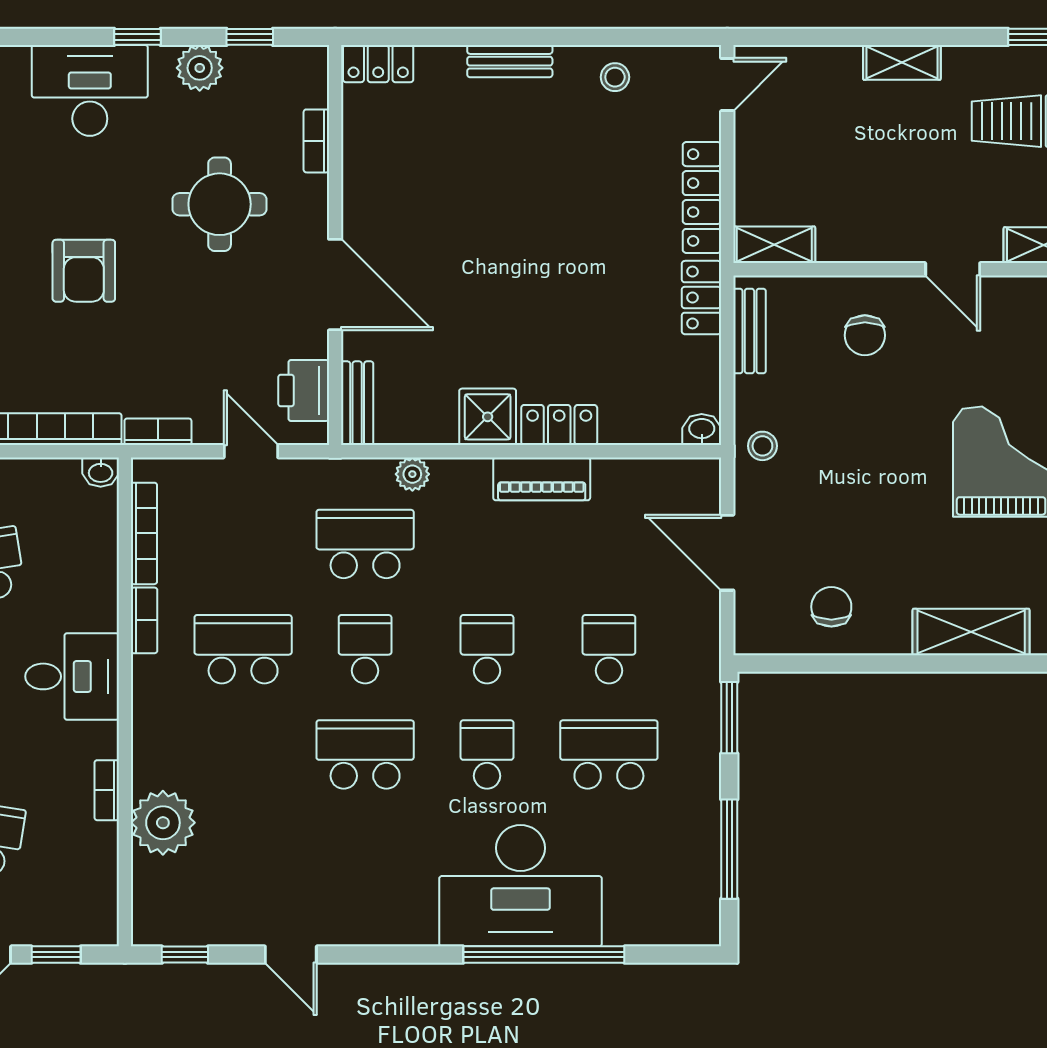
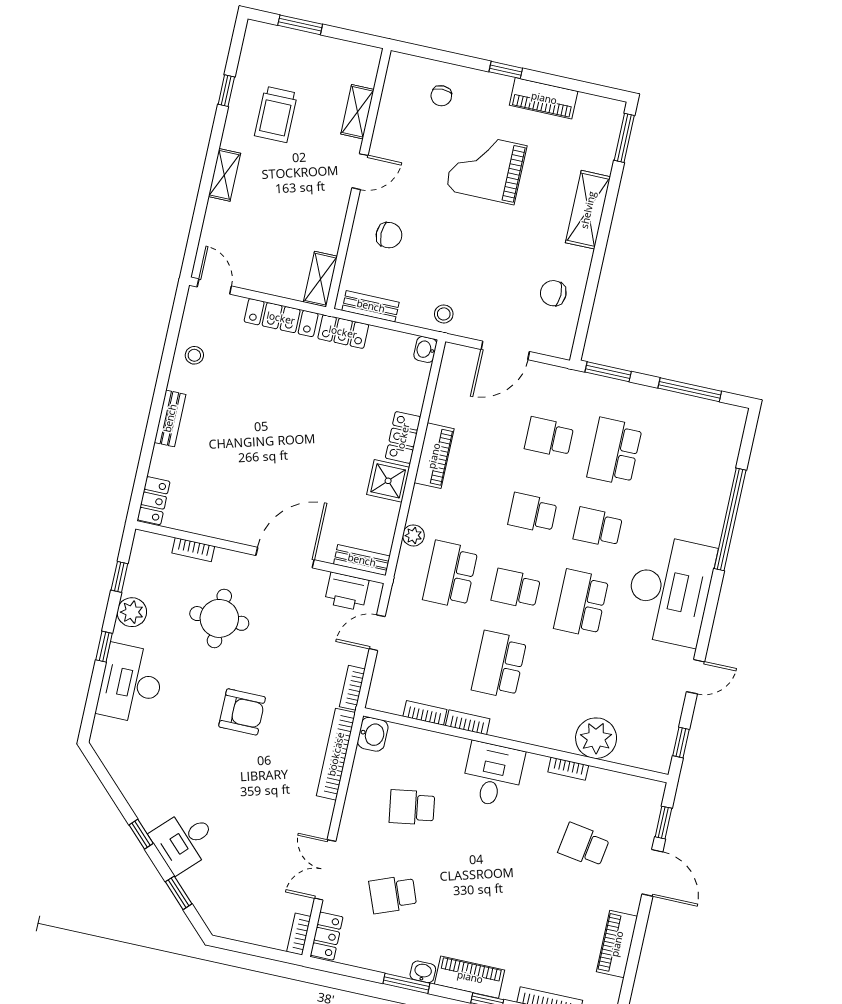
washbasin: (101, 472) -> (373, 734), width x1.38, depth x1.45
bookcase: (144, 533) -> (425, 713), width x0.64
desk: (520, 886) -> (670, 590), moved

